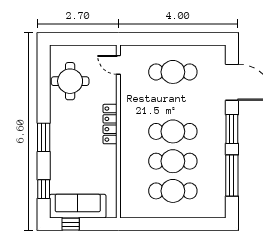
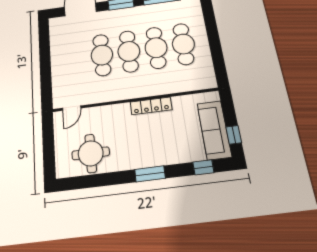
cafe table: (173, 72) -> (102, 55), moved
locker: (110, 124) -> (151, 106), moved

